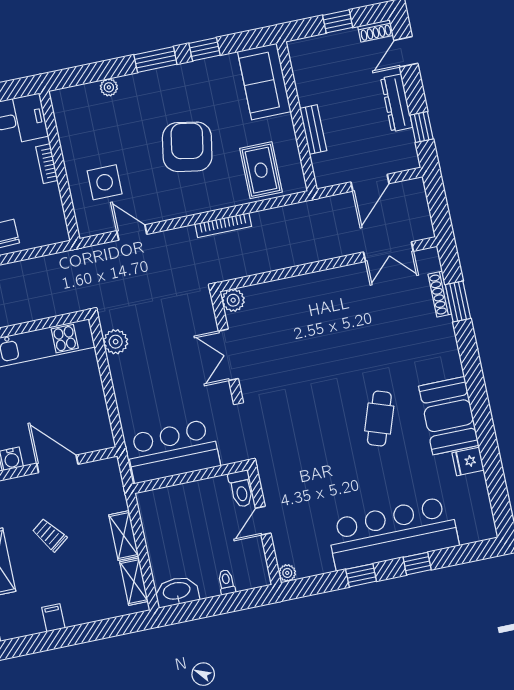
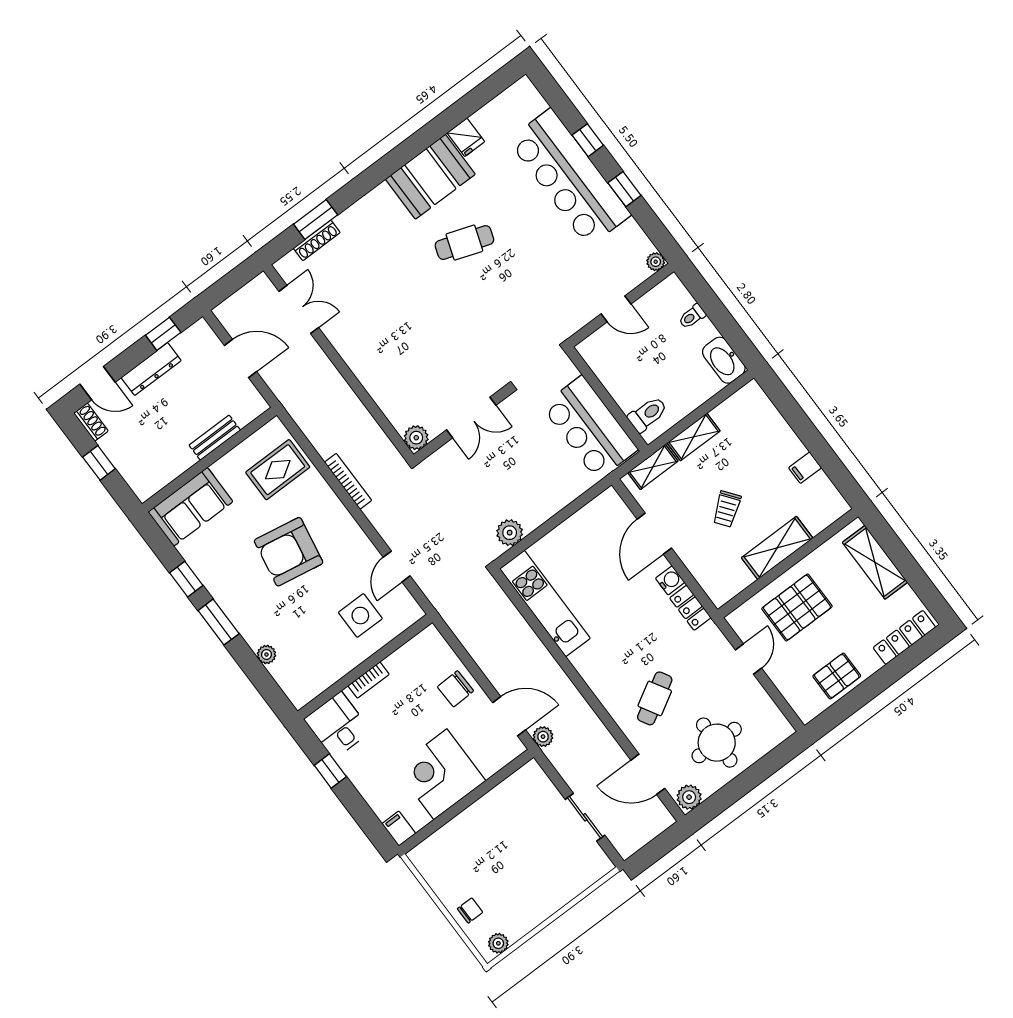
toilet: (241, 489) -> (648, 414), moved
shelving: (134, 582) -> (653, 467), moved

